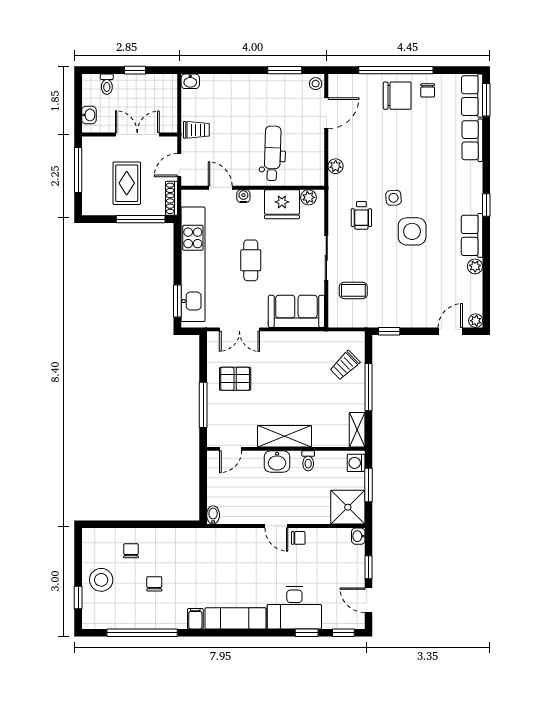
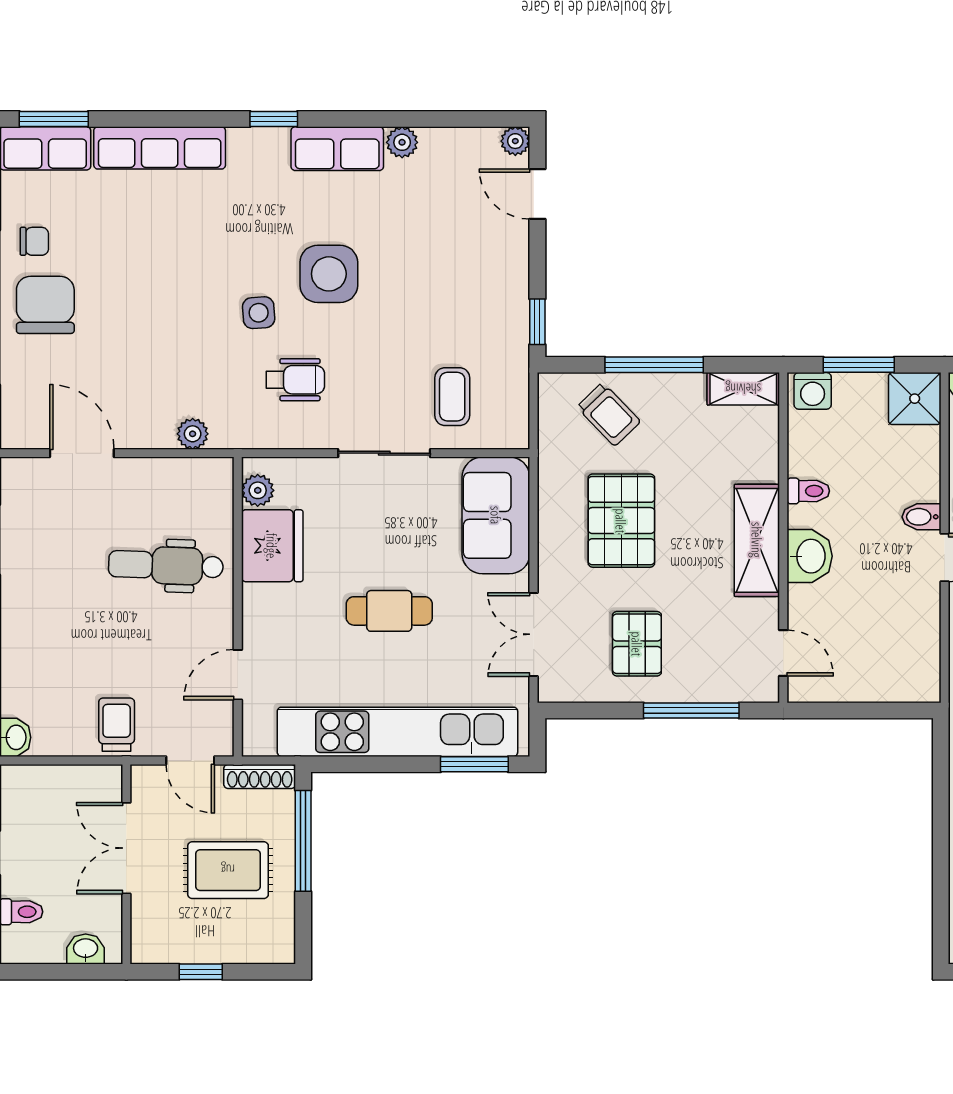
stool: (316, 84) -> (20, 475), removed
row of seats: (472, 140) -> (160, 148), width x1.48
window: (78, 170) -> (201, 972), width x0.46
water cooler: (243, 196) -> (255, 626), removed
double door: (239, 329) -> (534, 634), swing flipped
pallet: (294, 371) -> (621, 521), added
shower: (348, 507) -> (915, 399), width x0.73, depth x0.73
bidet: (213, 515) -> (921, 517), moved

